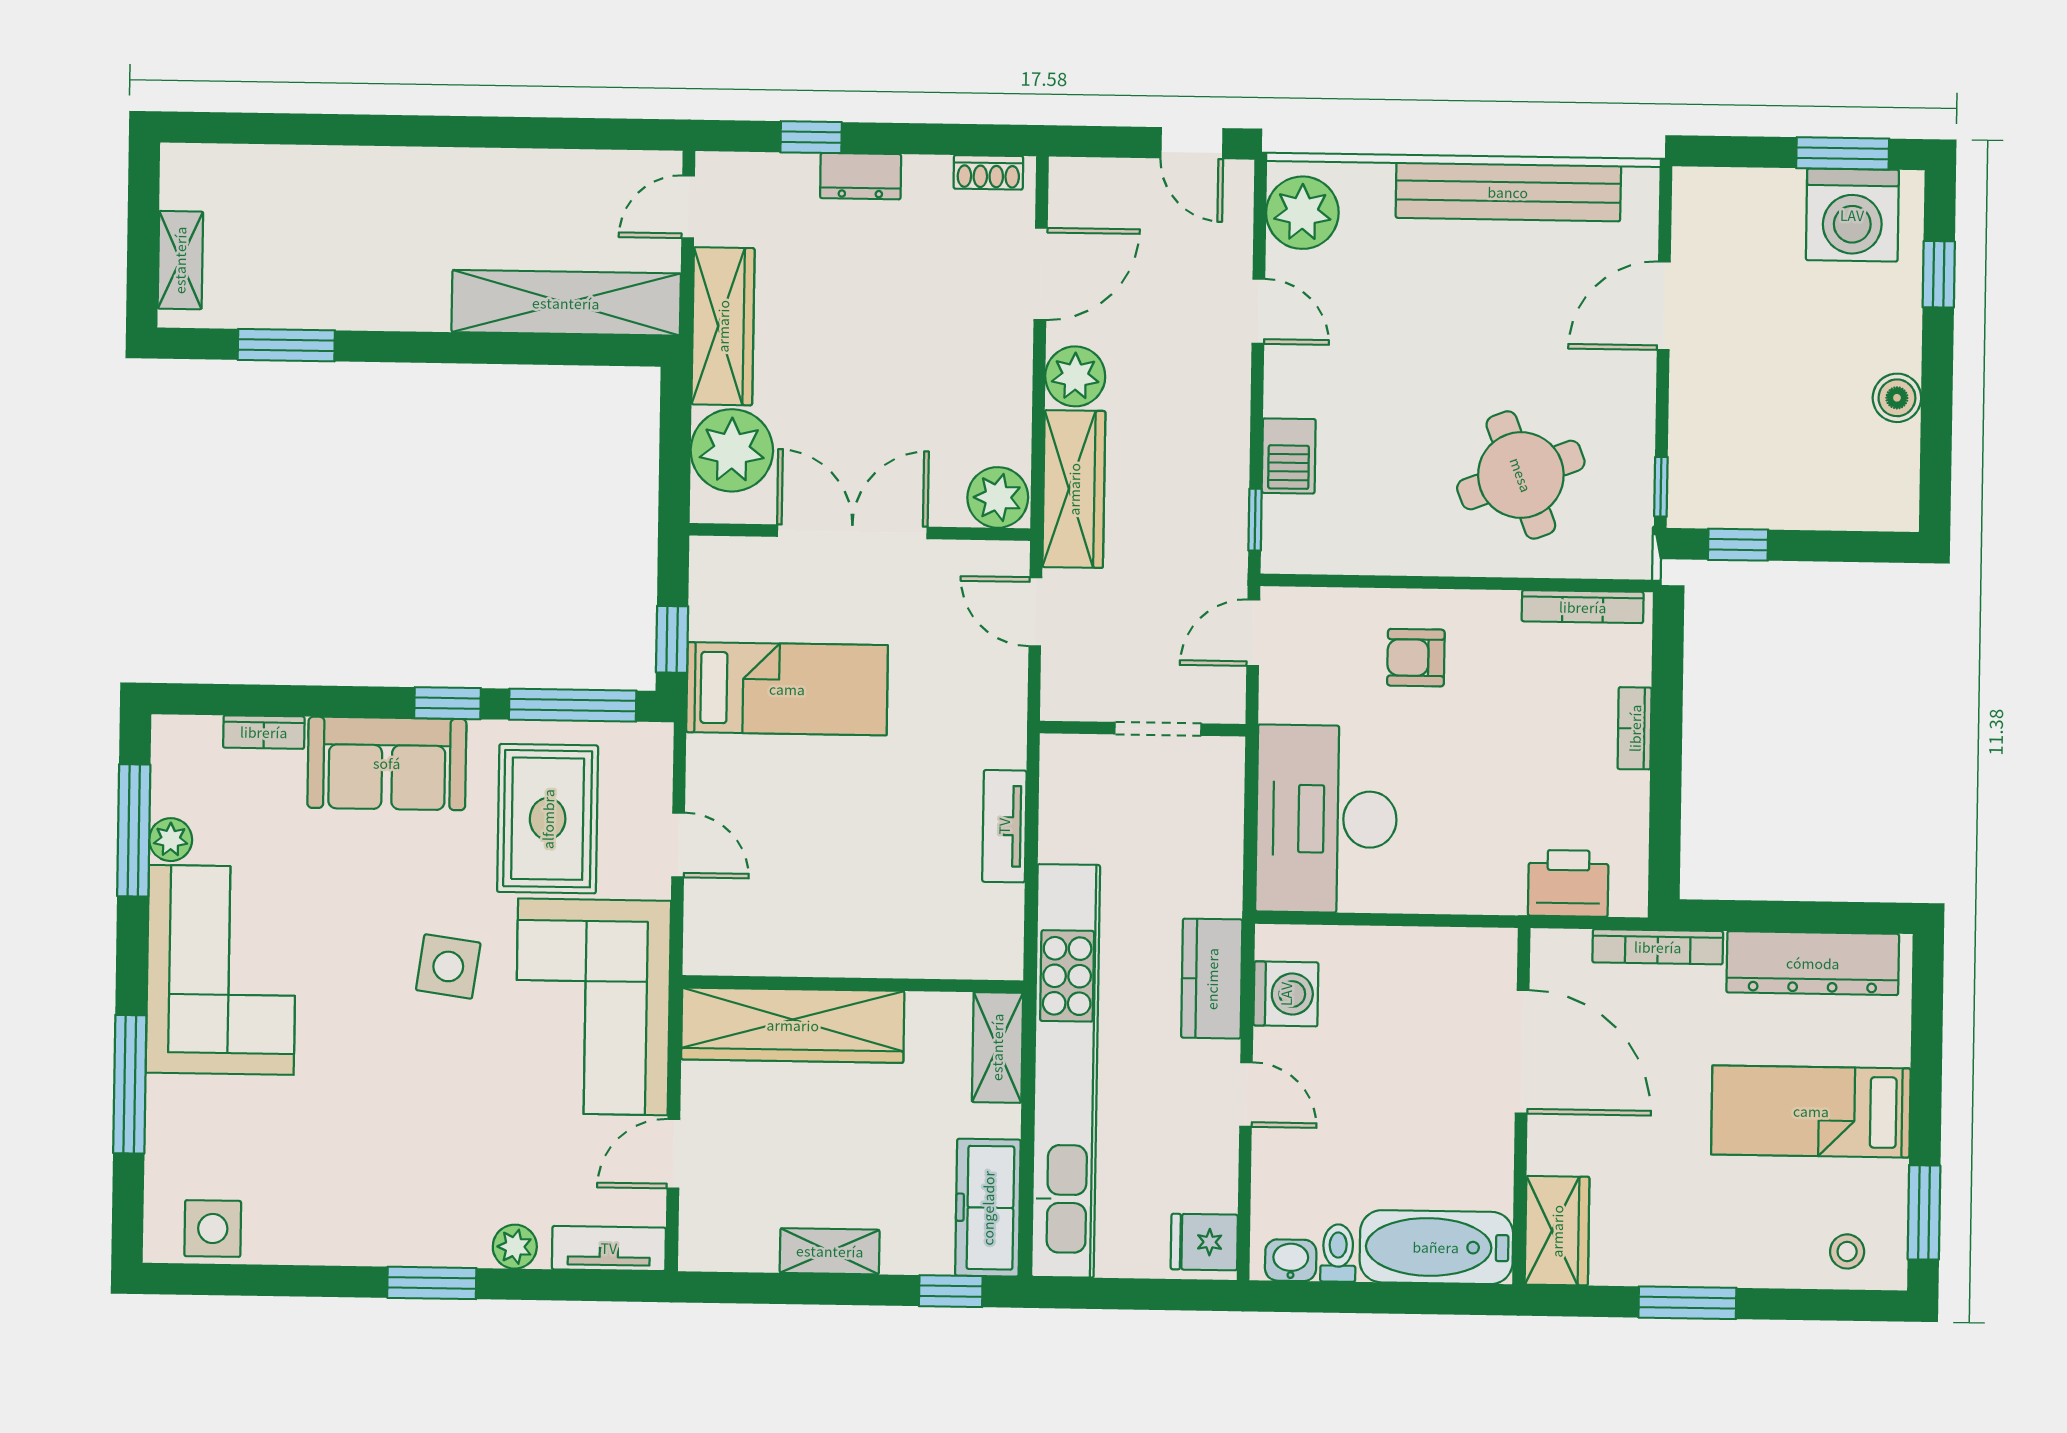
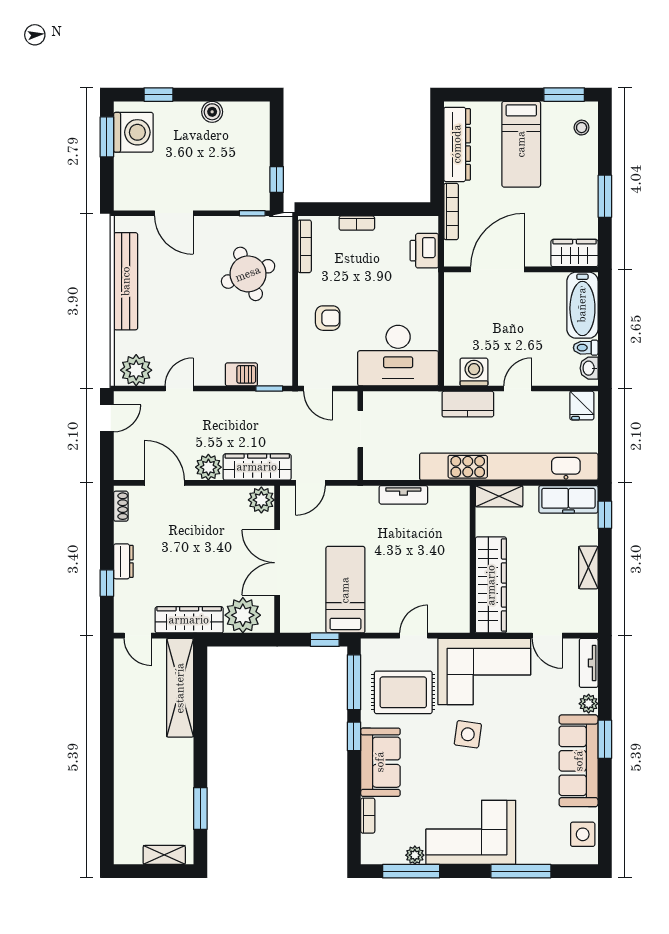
armchair: (1416, 658) -> (328, 318), turned -90
sofa: (383, 1221) -> (579, 761), added

